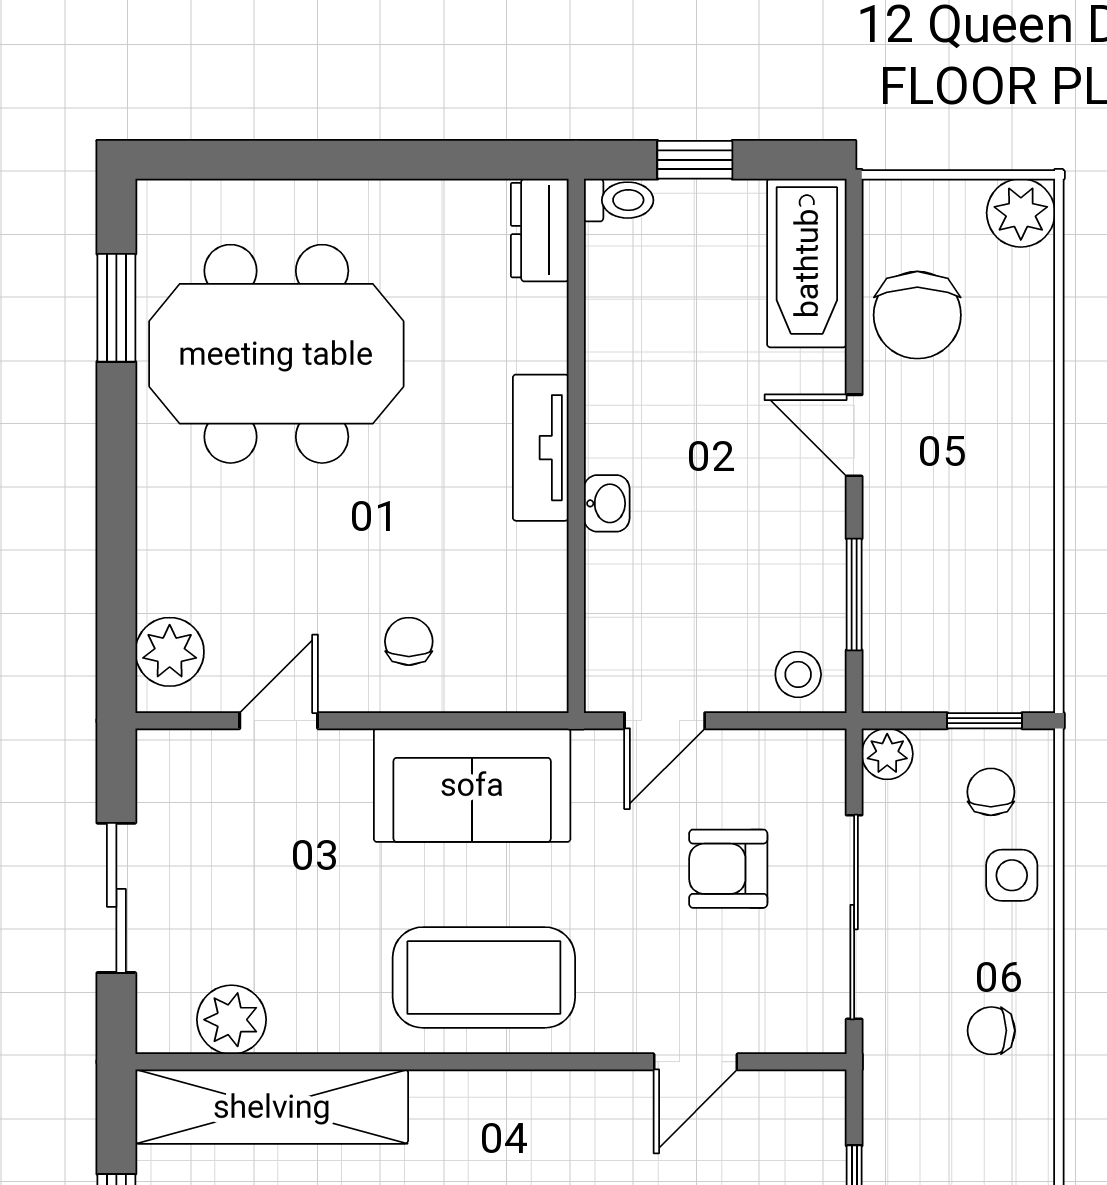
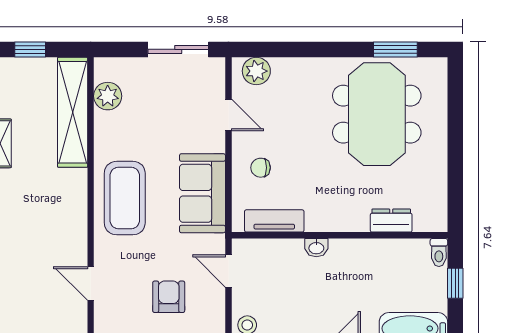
dresser: (540, 230) -> (391, 221), moved
tv unit: (541, 448) -> (274, 221), moved
chair: (409, 641) -> (261, 168), turned 180
sliding door: (116, 898) -> (178, 49), moved

